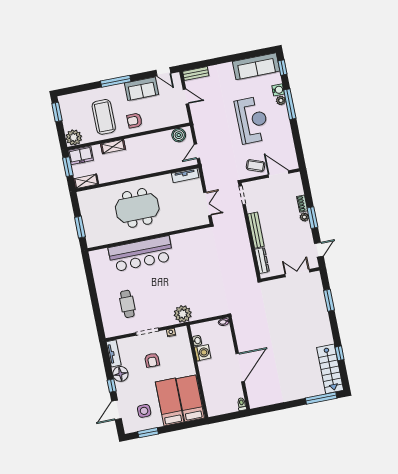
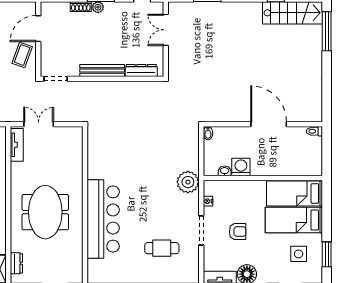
dresser: (93, 194) -> (16, 263), added
double door: (207, 204) -> (39, 124), moved

